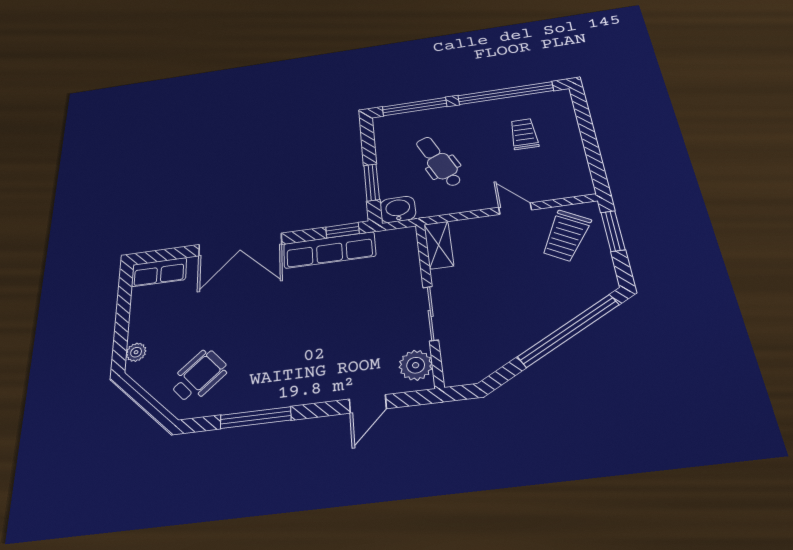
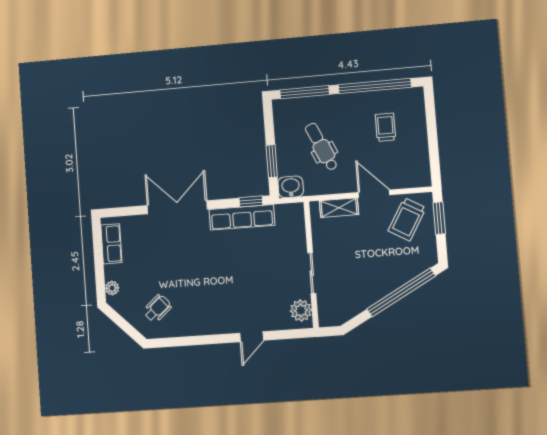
door: (515, 209) -> (374, 194), width x1.38
double door: (240, 244) -> (177, 207), swing flipped
shelving: (439, 245) -> (339, 208), moved, turned 90
row of seats: (159, 272) -> (111, 244), moved, turned -90
wheelchair: (199, 376) -> (157, 309), width x0.73, depth x0.73
door: (368, 404) -> (252, 337), moved
window: (256, 418) -> (198, 340), removed

